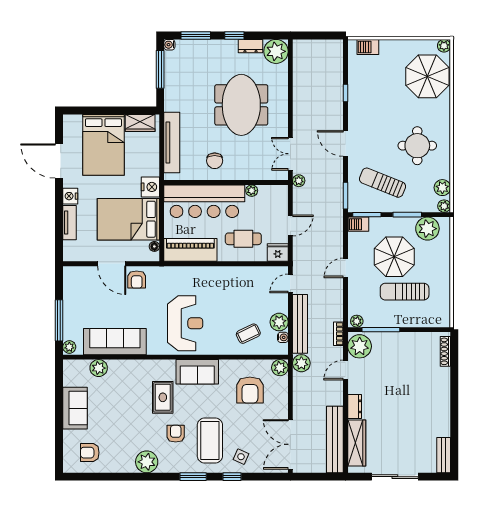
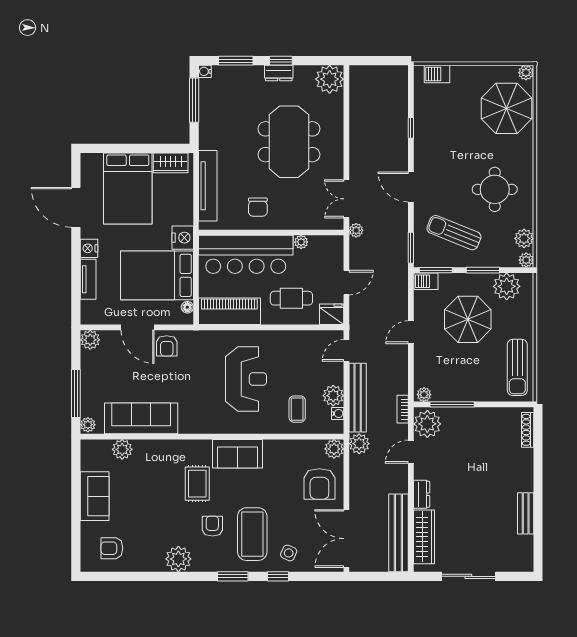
dresser: (250, 46) -> (279, 73), moved
plant: (71, 274) -> (90, 340), added
sun lounger: (405, 292) -> (517, 367), moved, turned -90
reception desk: (185, 323) -> (246, 379), moved
coffee table: (248, 334) -> (297, 409), turned -64
armchair: (250, 390) -> (319, 484), moved
bench: (444, 455) -> (526, 513), moved

